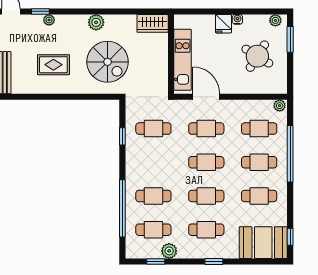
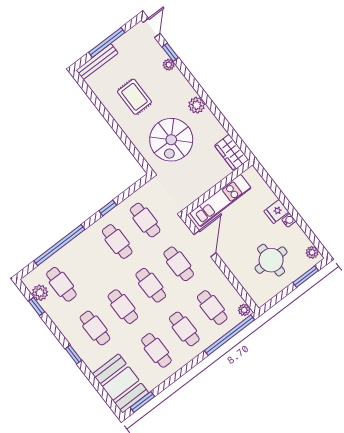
round table: (257, 56) -> (271, 260), turned -32
window: (122, 136) -> (108, 208), moved
window: (290, 154) -> (229, 335), moved
cafe table: (153, 196) -> (117, 241), moved
window: (290, 237) -> (142, 402), width x1.50
plant: (169, 251) -> (40, 293), moved

